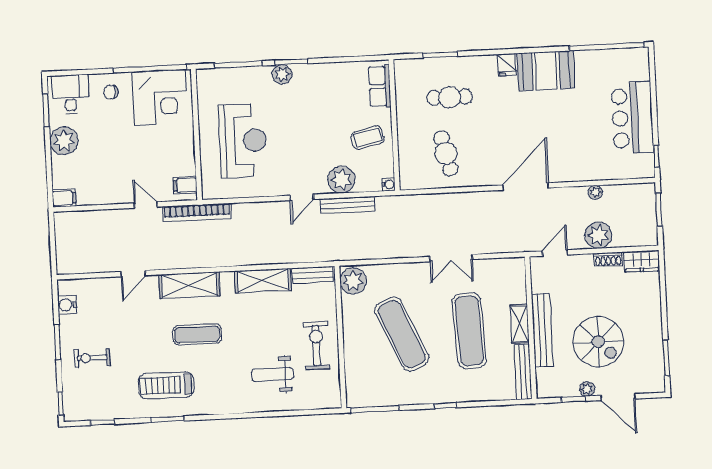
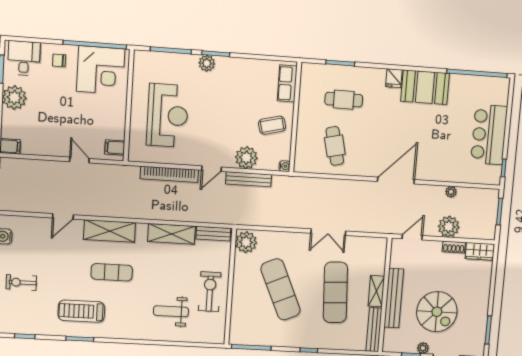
bookcase: (197, 213) -> (169, 174), moved

